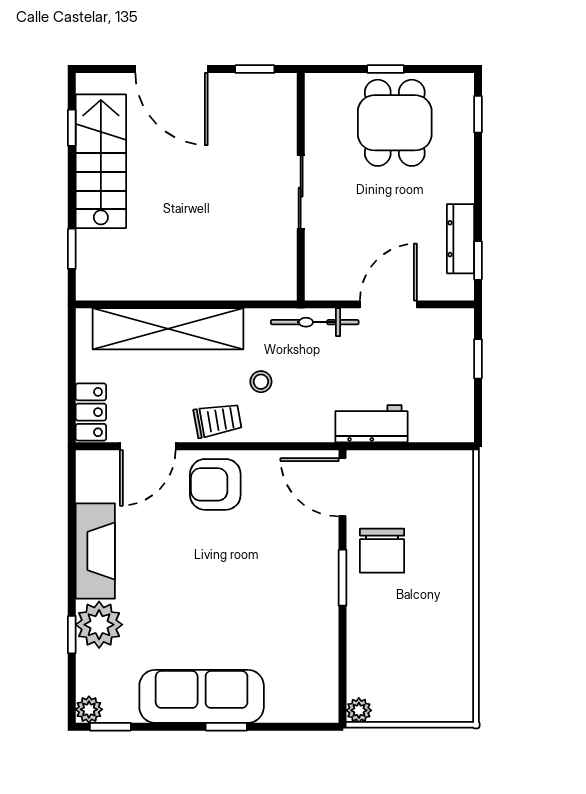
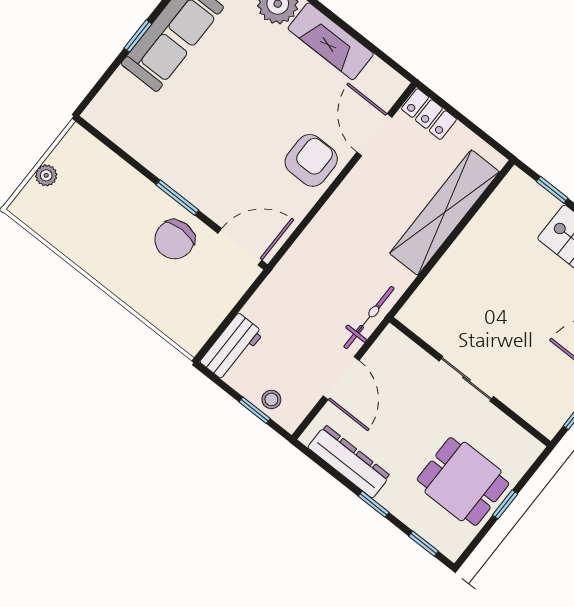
dresser: (461, 239) -> (349, 461), width x1.37, depth x1.24
window: (478, 261) -> (374, 504), moved
stool: (261, 382) -> (271, 399), moved
trolley: (218, 420) -> (354, 197), removed
workbench: (371, 424) -> (232, 347), moved
chair: (382, 551) -> (175, 239), turned -90
plant: (359, 710) -> (46, 175), moved

